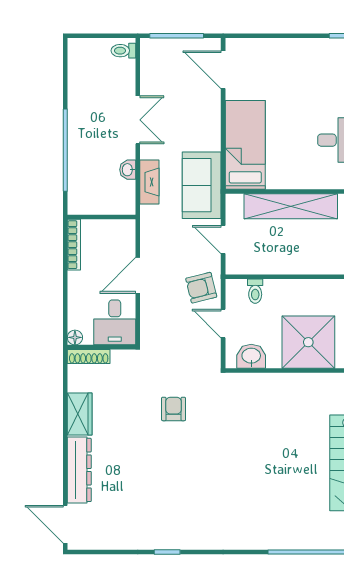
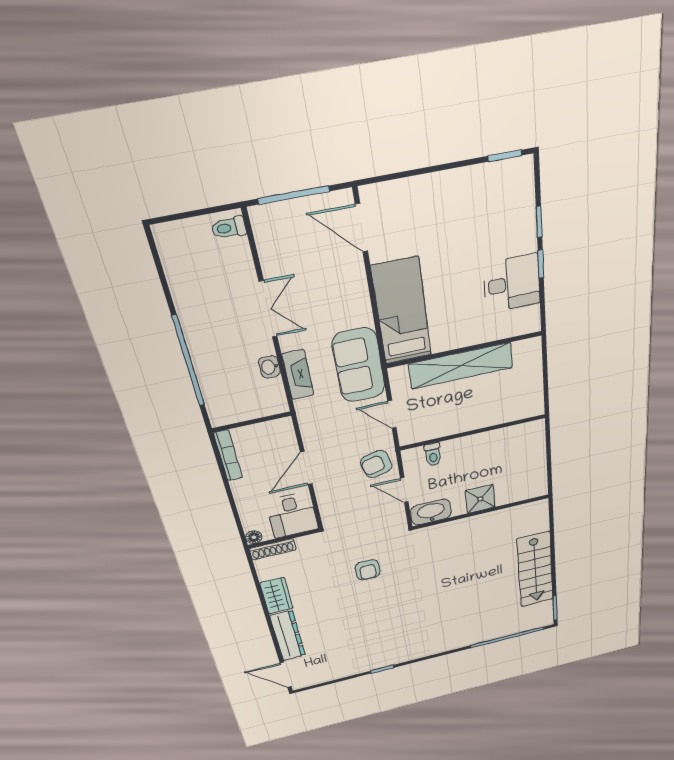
shower: (308, 342) -> (480, 499), width x0.54, depth x0.54
washbasin: (251, 356) -> (431, 512), width x1.38
armchair: (174, 409) -> (368, 570), turned 180

